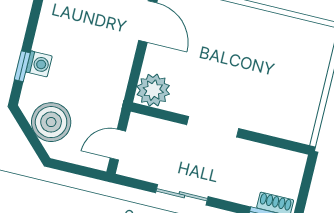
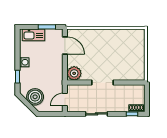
washing machine: (39, 64) -> (24, 62), moved

